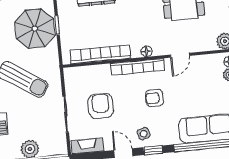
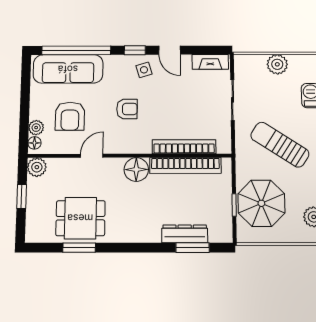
floor lamp: (147, 51) -> (136, 170), width x1.89, depth x1.89
bookcase: (137, 67) -> (184, 147), moved
armchair: (101, 106) -> (70, 116), moved

